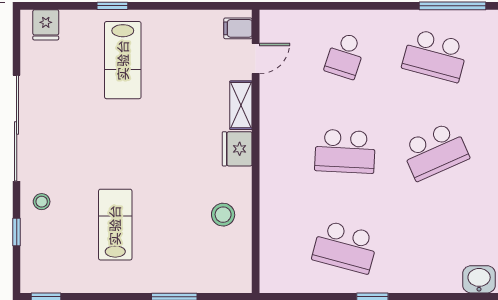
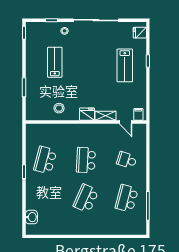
lab bench: (123, 60) -> (125, 65), turned -90
school desk: (435, 151) -> (86, 198), turned 48
lab bench: (115, 225) -> (55, 62), turned -90

